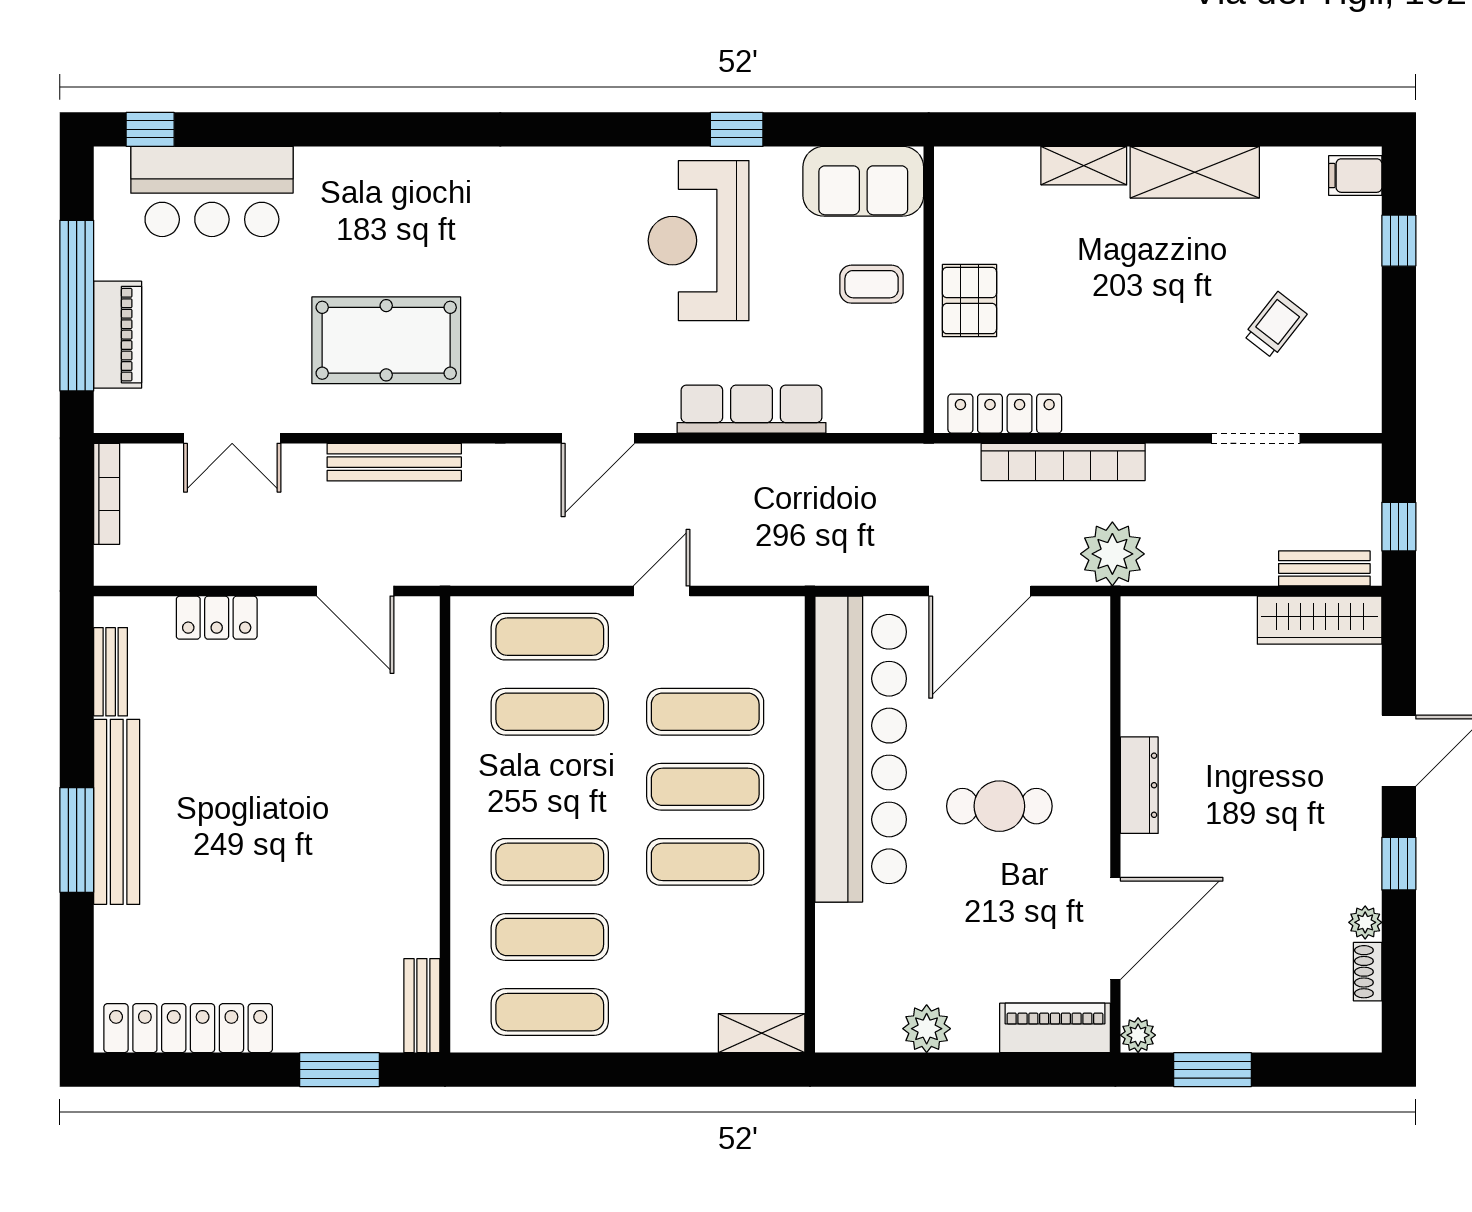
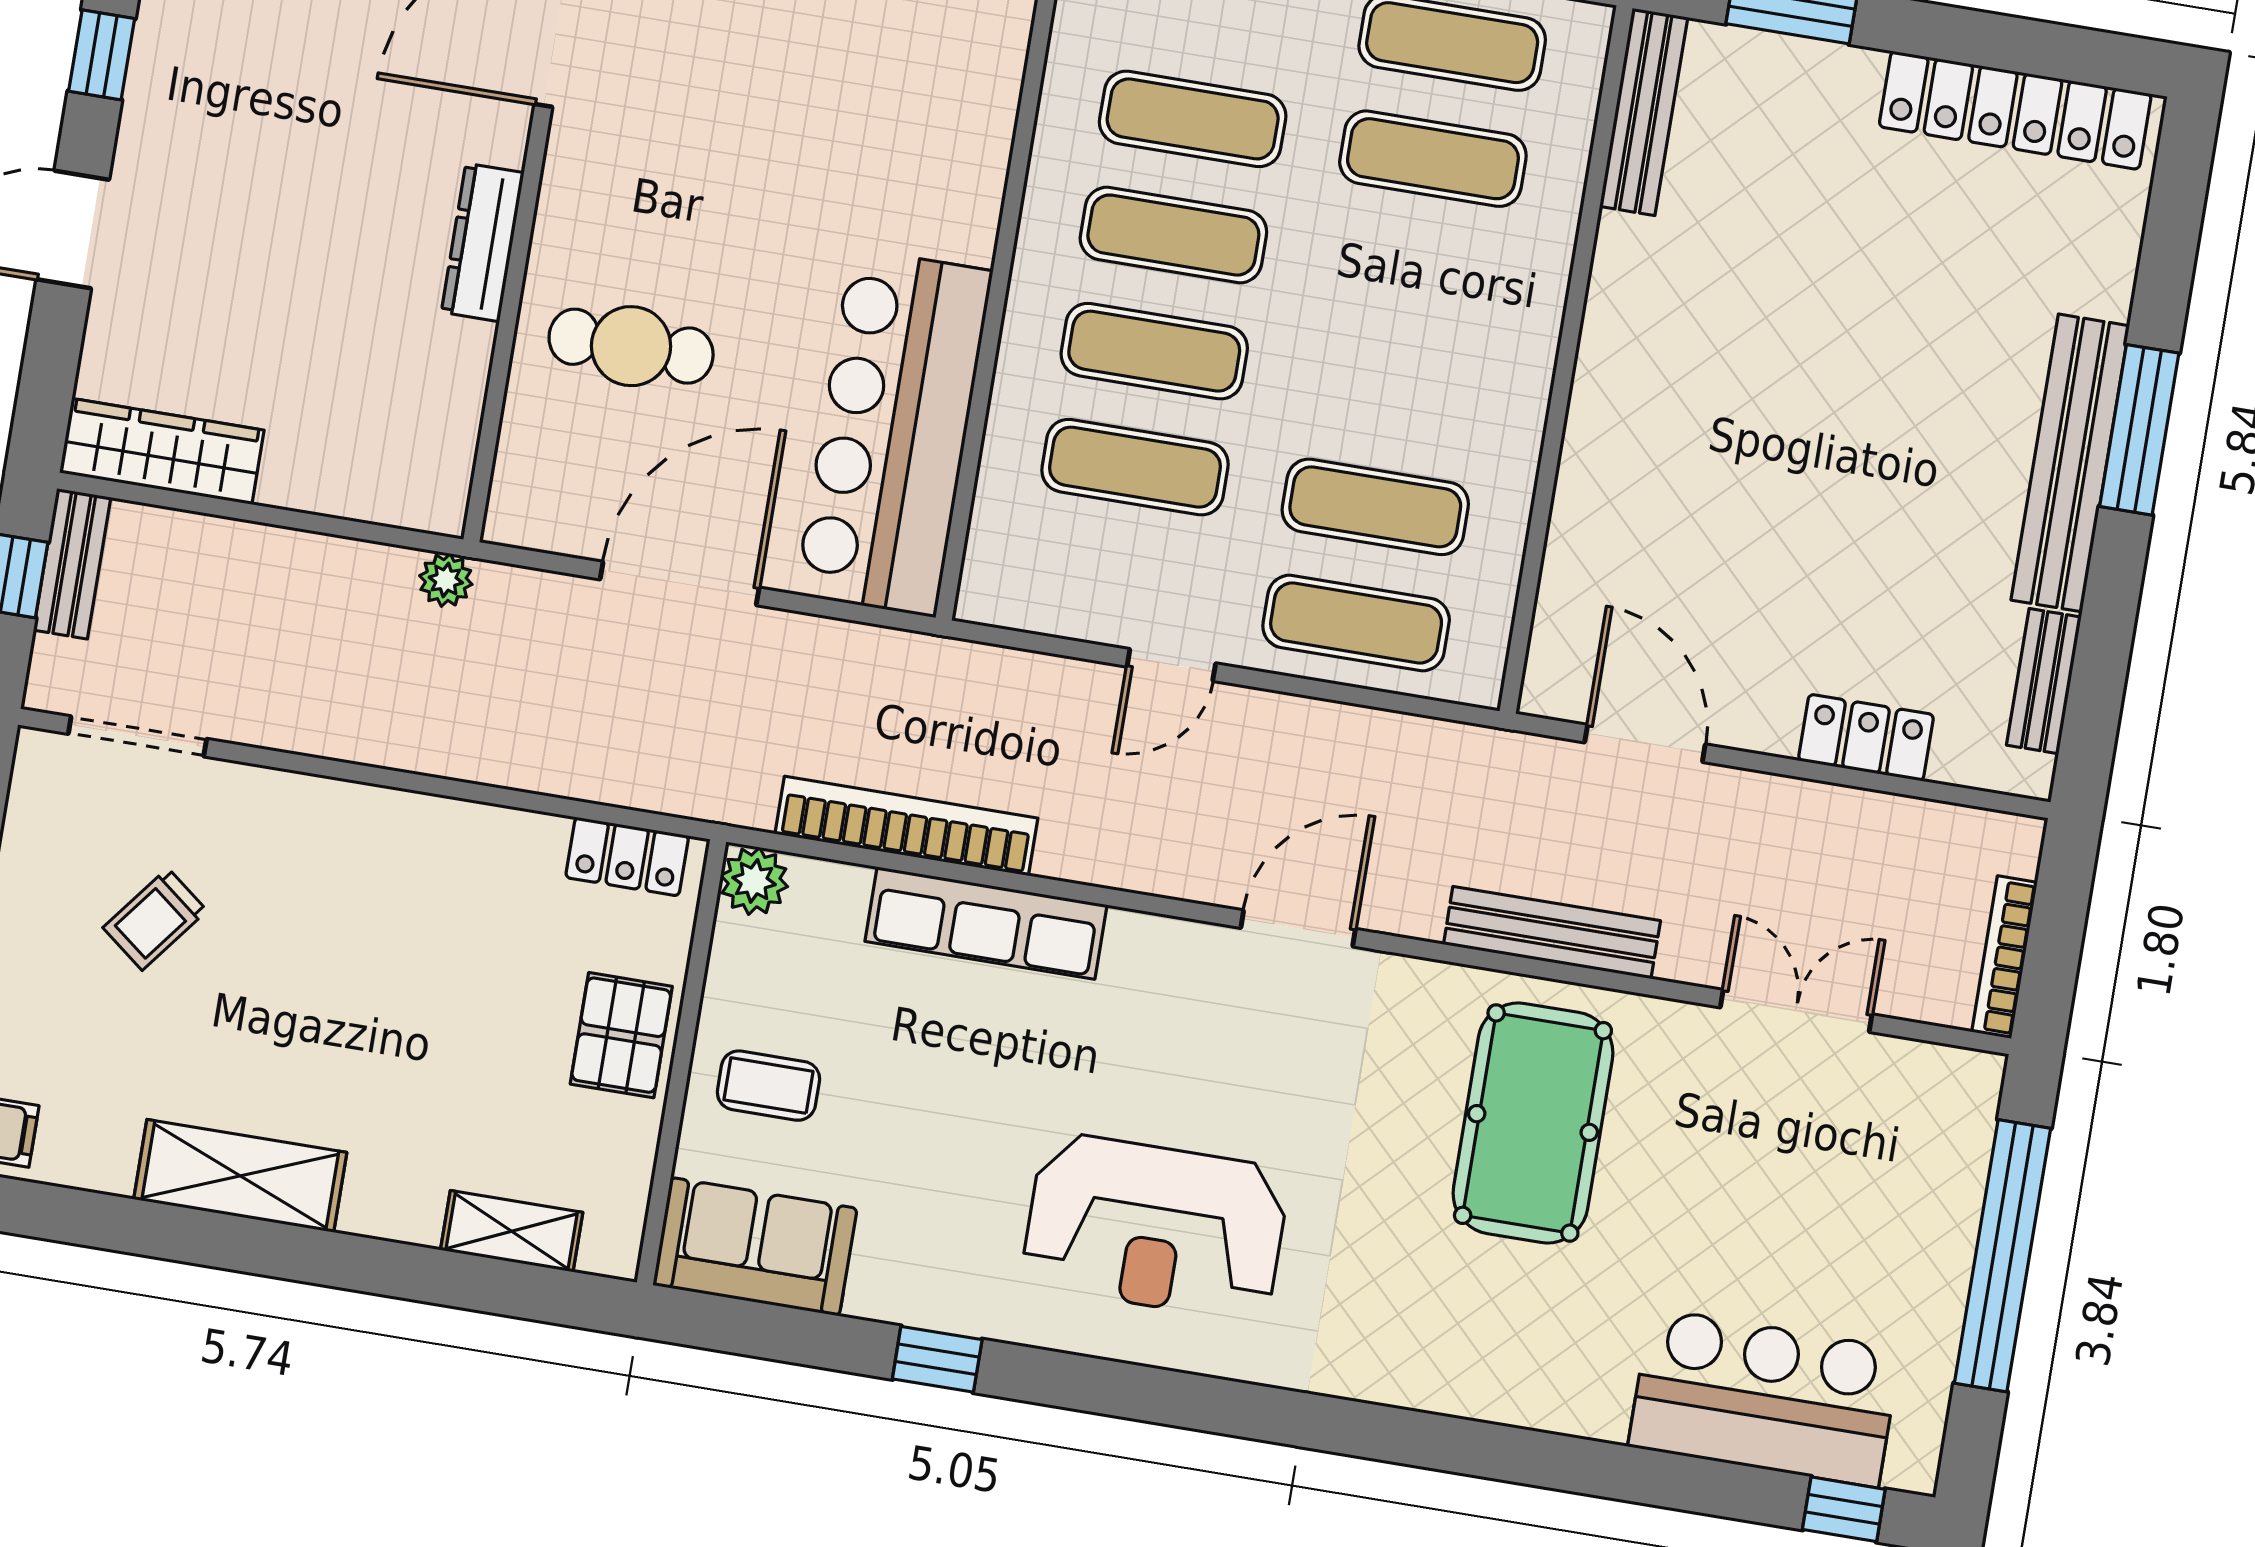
shelving: (1084, 166) -> (512, 1231), moved
reception desk: (699, 241) -> (1155, 1227), moved, turned 90
piano: (118, 335) -> (1947, 1200), removed
pool table: (386, 340) -> (1533, 1123), turned 90
plant: (902, 411) -> (754, 881), added
locker: (1005, 414) -> (627, 857), width x0.66
door: (598, 438) -> (1298, 928), moved
doorway: (1256, 438) -> (137, 736), moved
bookcase: (1063, 462) -> (906, 826), moved
plant: (1112, 554) -> (446, 580), width x0.53, depth x0.53
bench: (1324, 568) -> (72, 564), moved, turned 90
bar counter: (861, 749) -> (894, 433), width x0.73
cafe table: (999, 806) -> (631, 346), moved
exercise mat: (550, 862) -> (1193, 119), moved
bench: (422, 1006) -> (1644, 112), width x1.36

